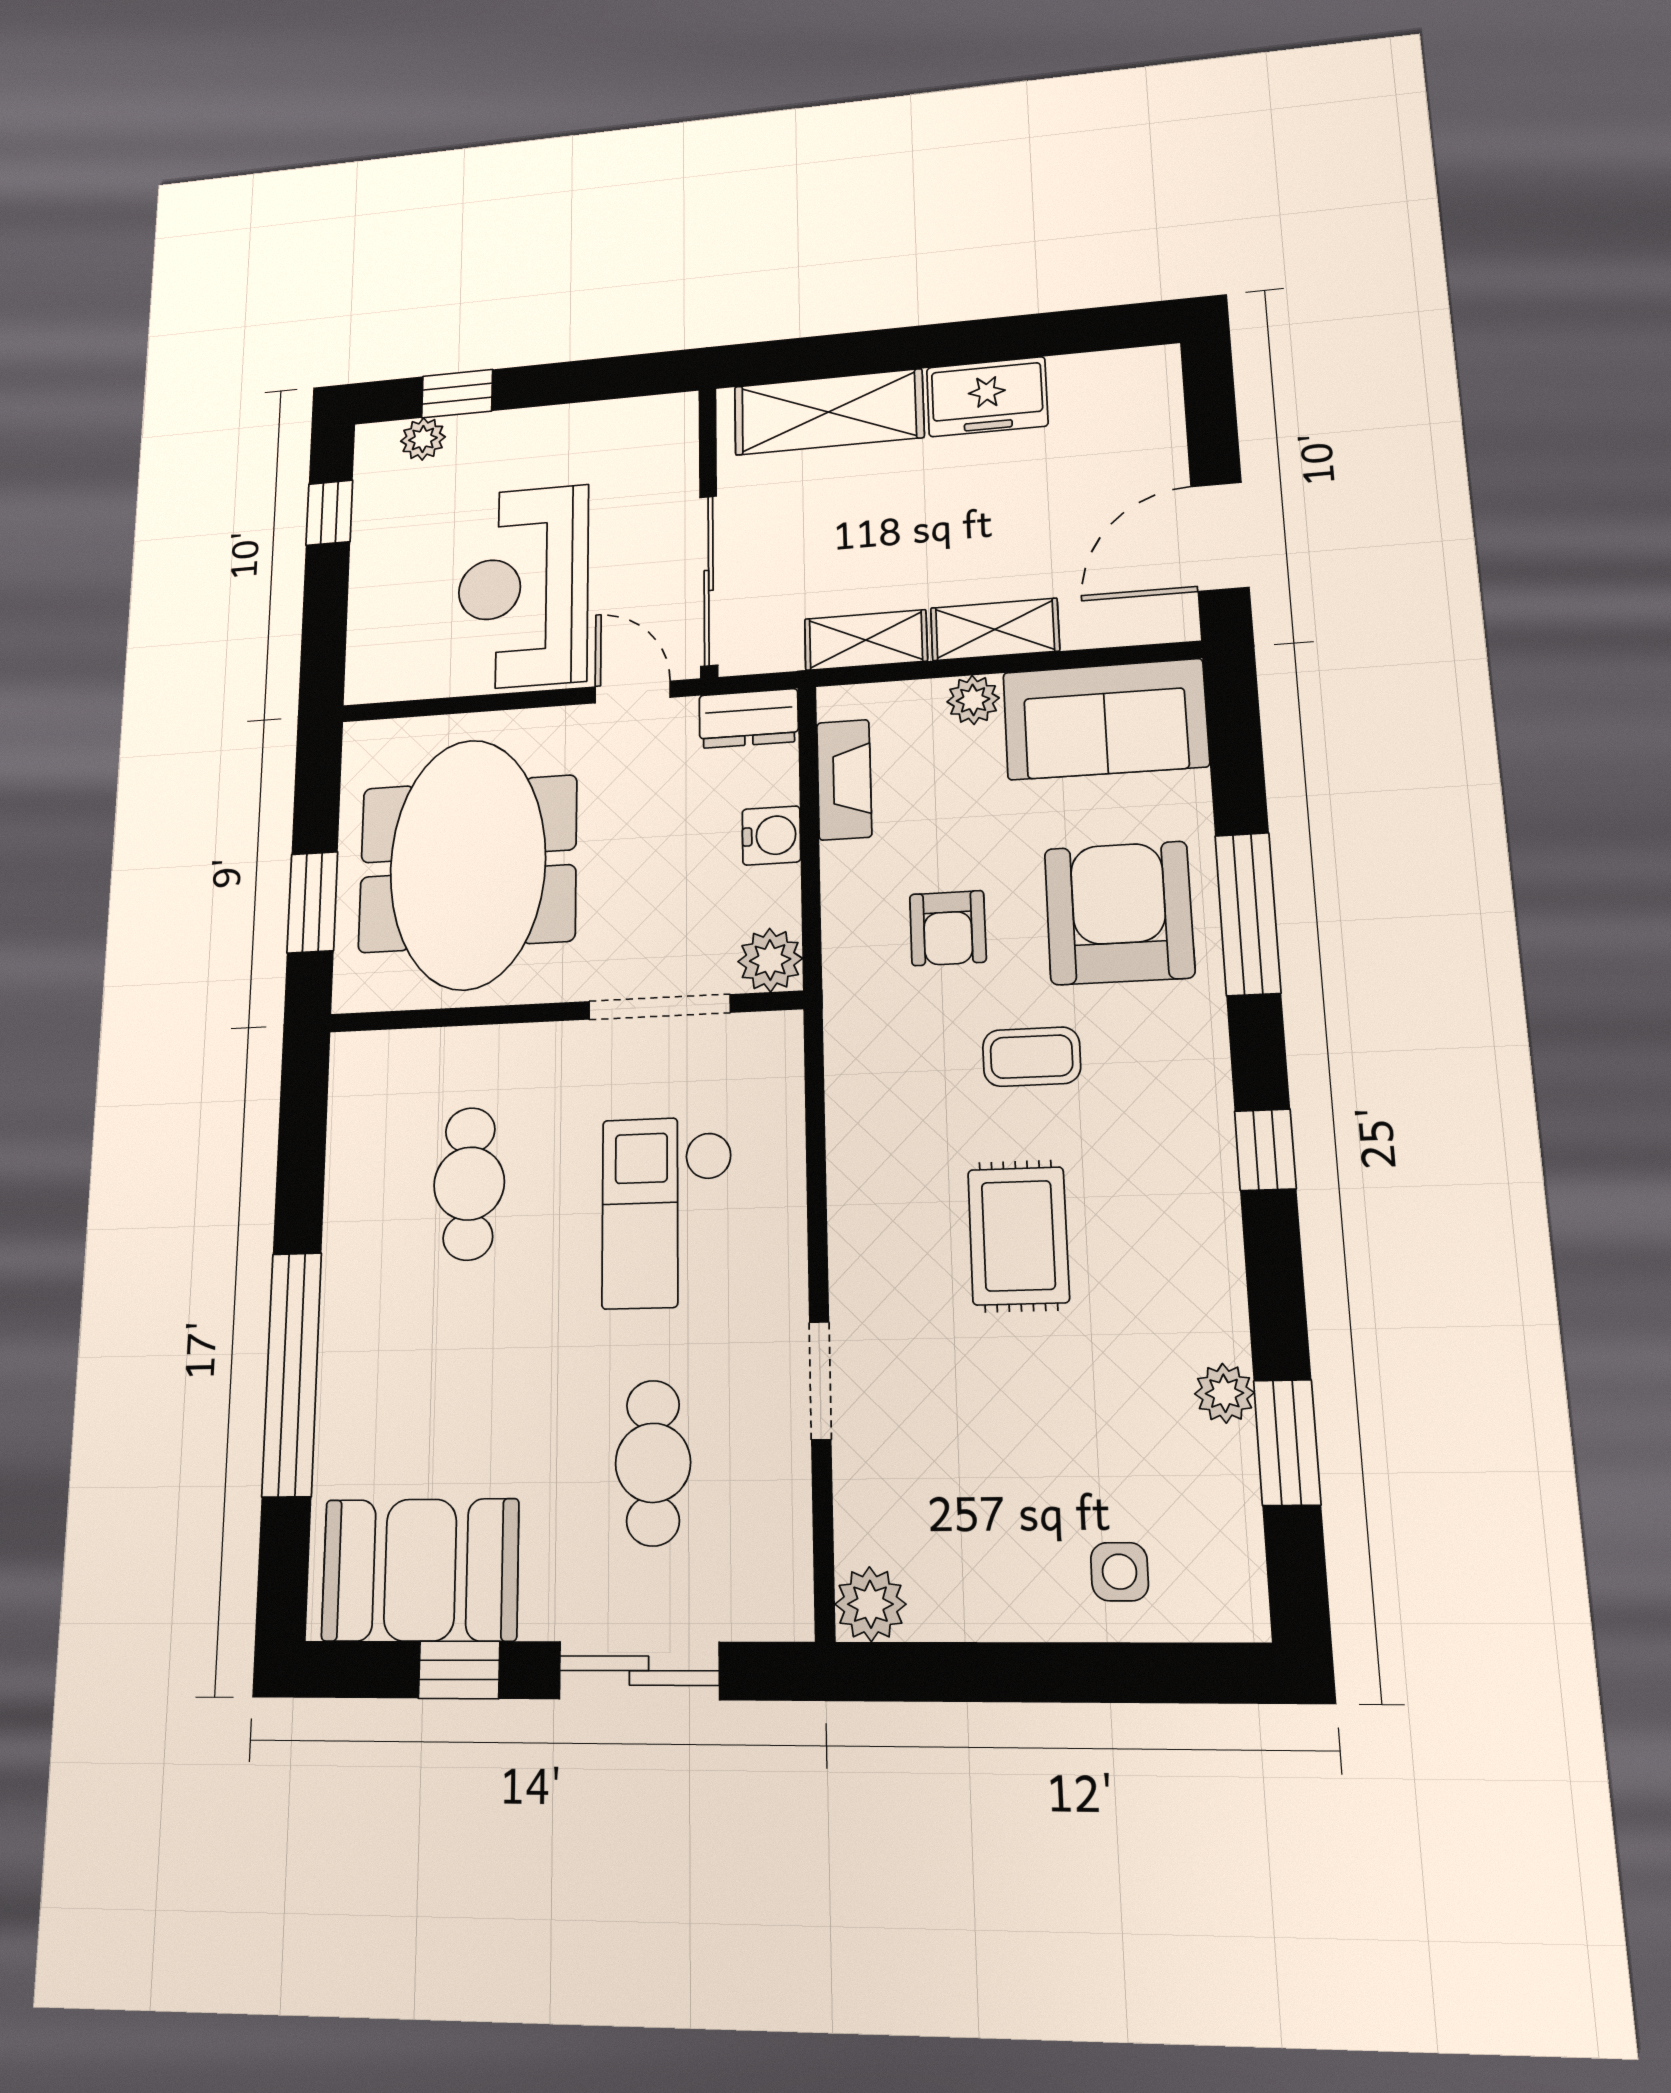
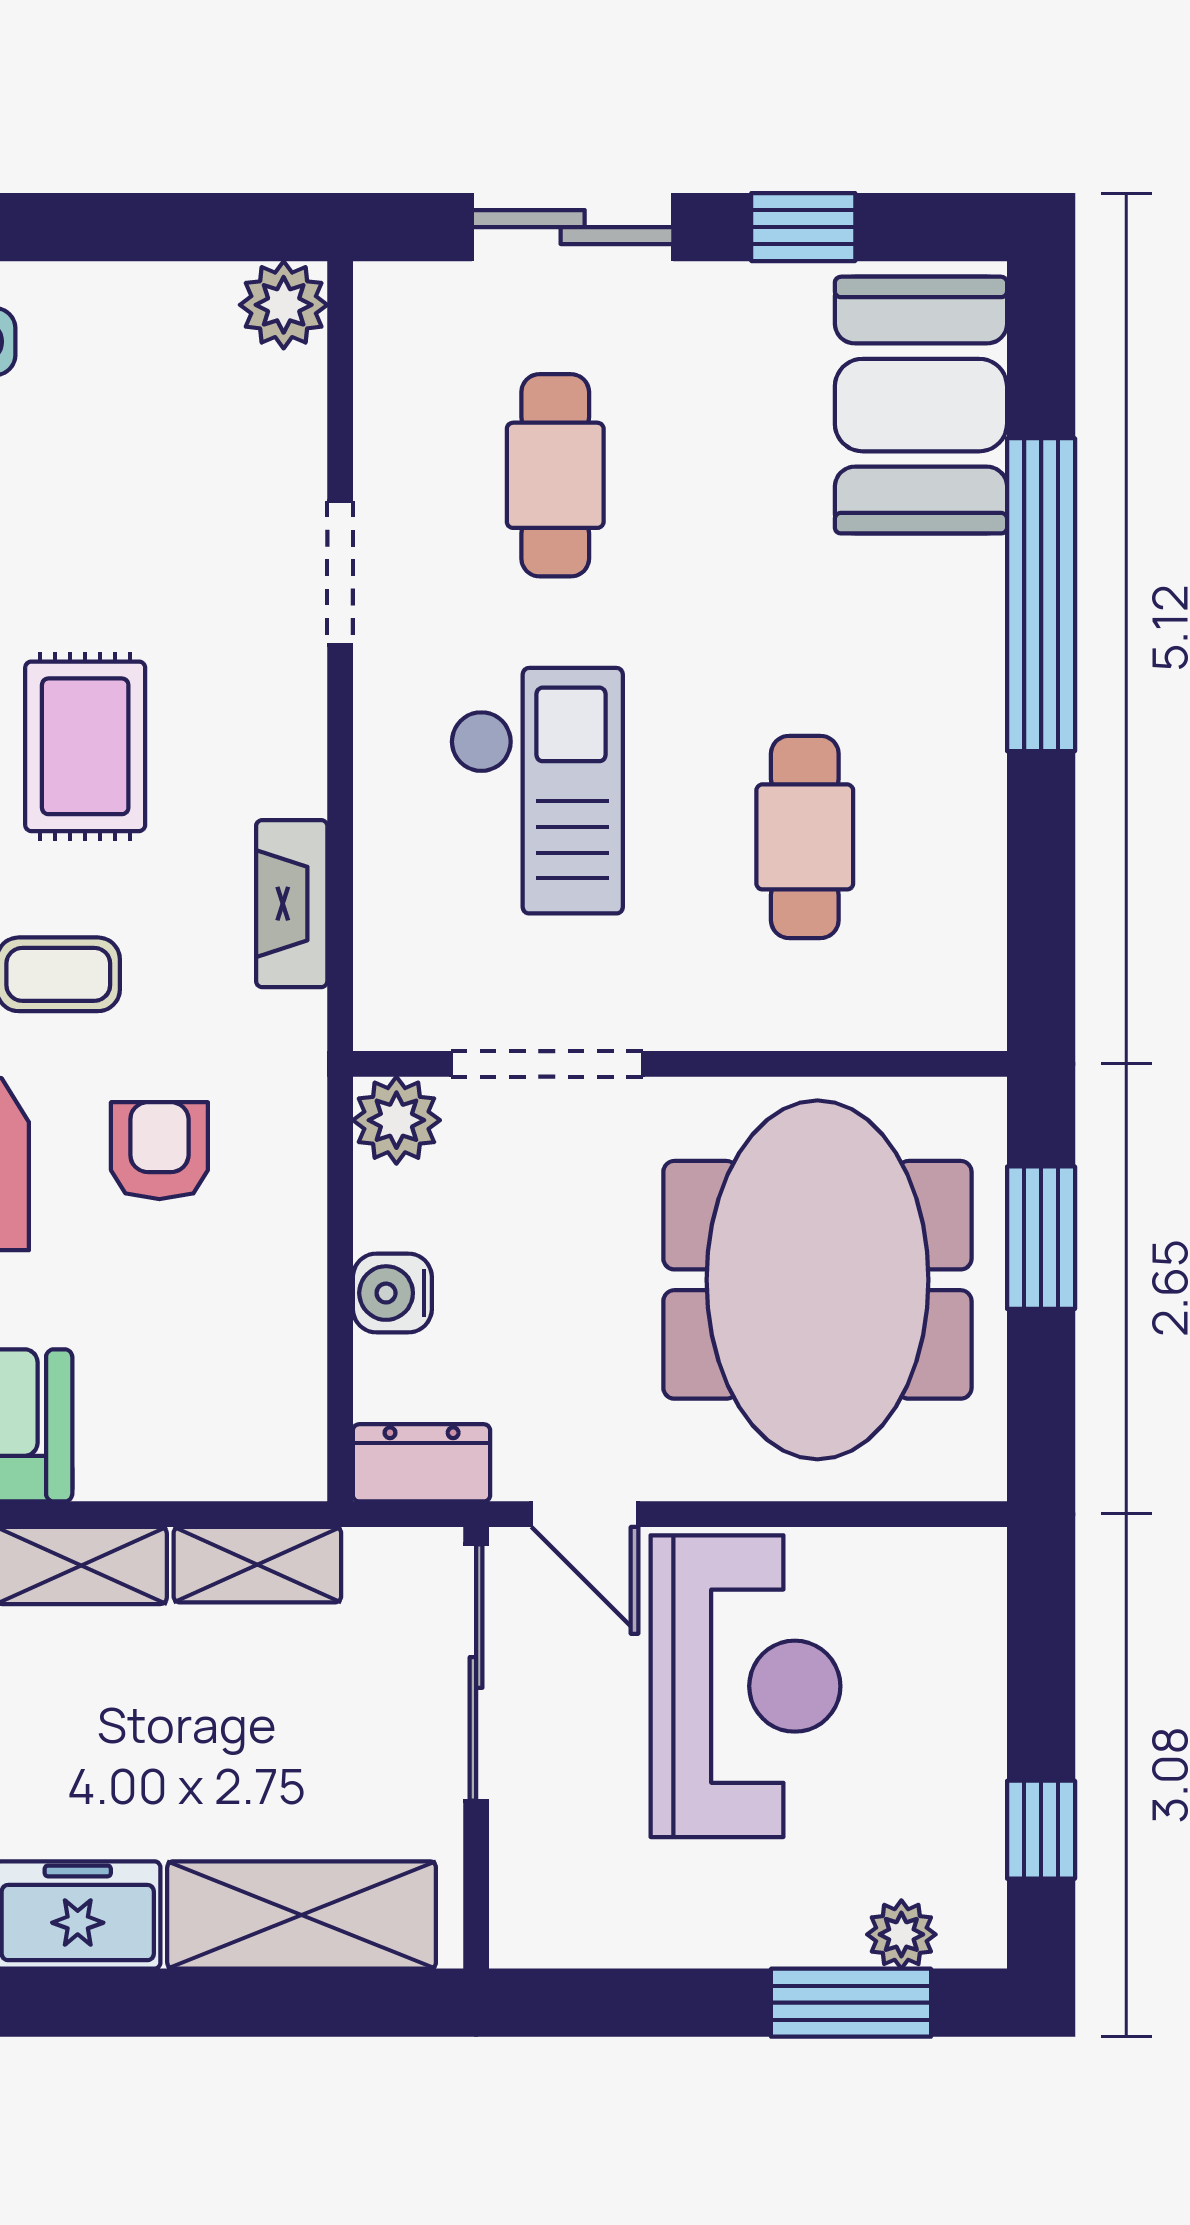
window: (457, 394) -> (851, 2003), width x1.50
plant: (973, 700) -> (114, 1466), removed
fireplace: (844, 780) -> (292, 904), moved
booth: (420, 1570) -> (921, 405), moved, turned 90

